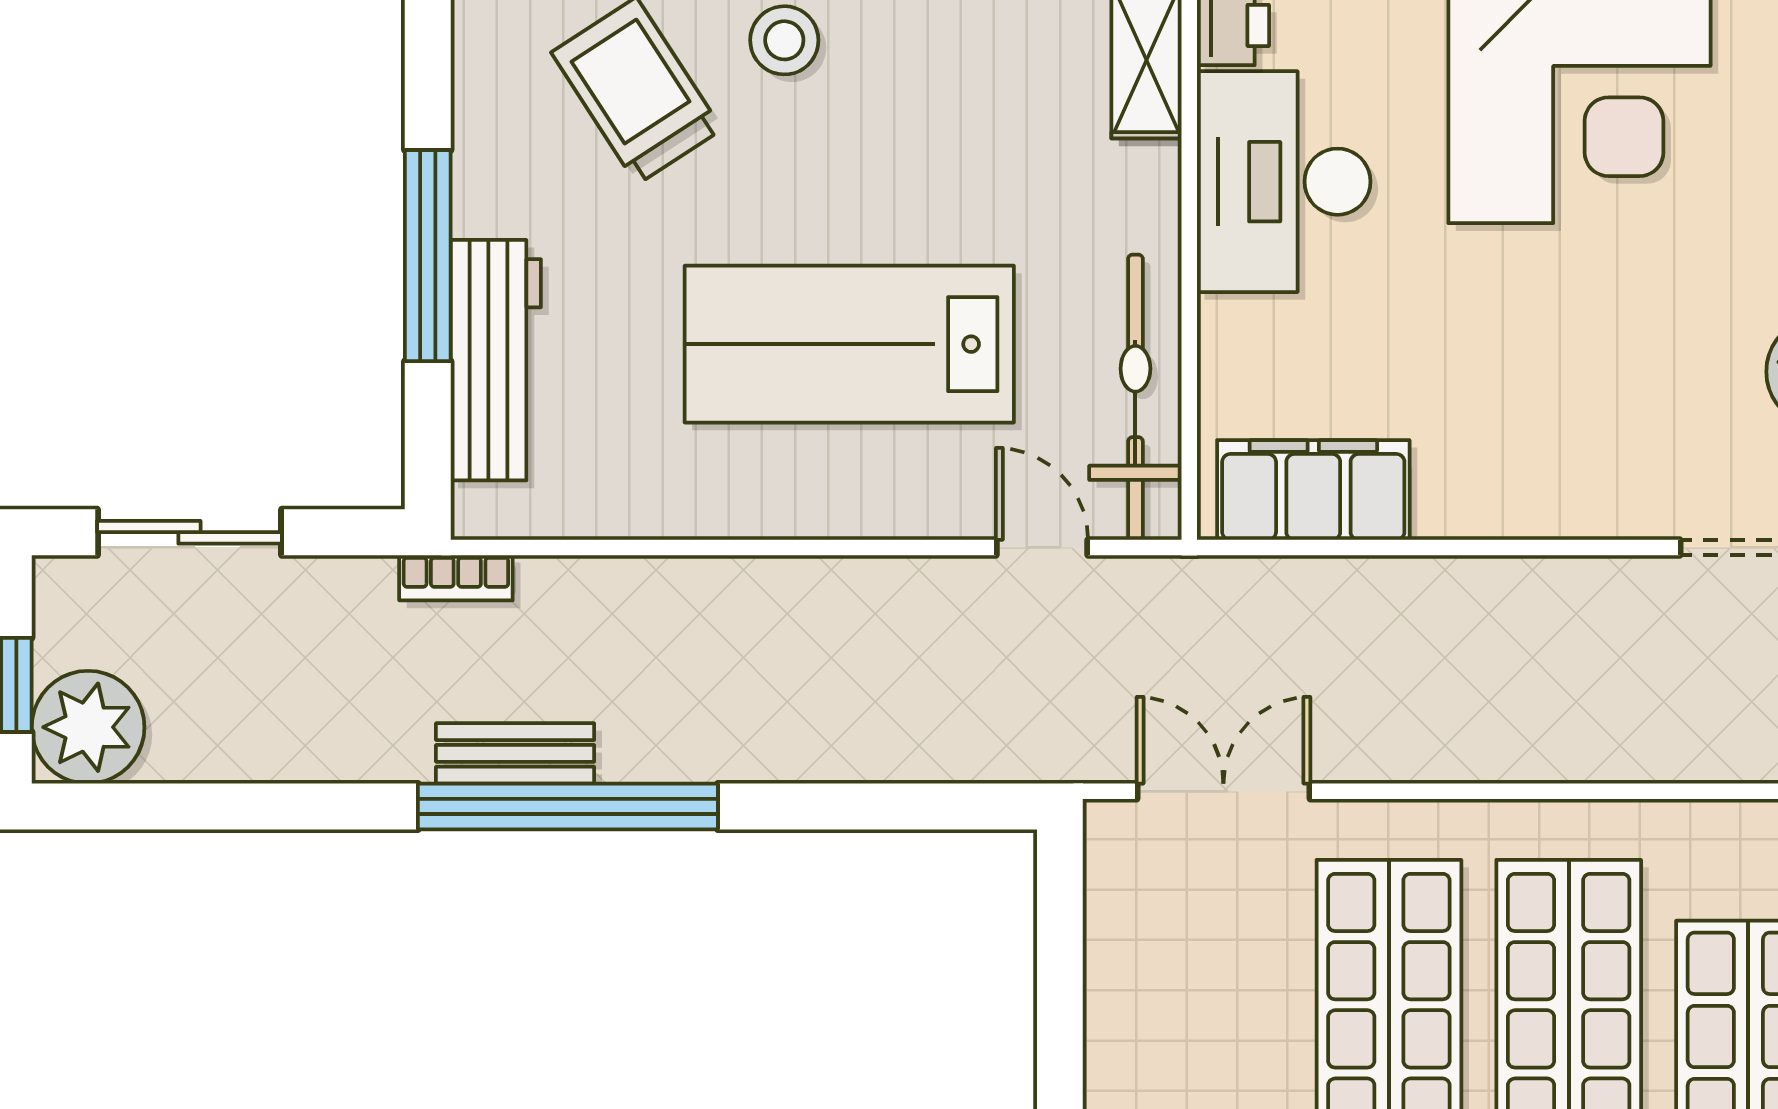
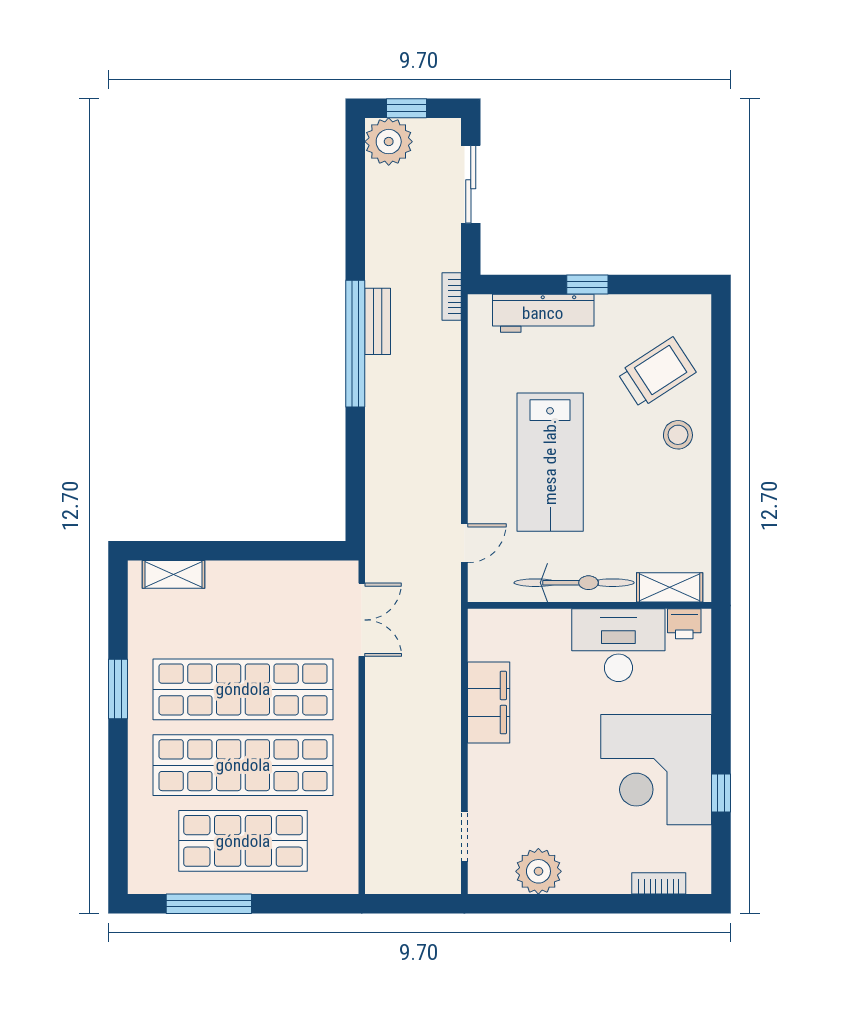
window: (428, 256) -> (587, 285), width x0.46
lab bench: (849, 344) -> (550, 462), turned 180
bicycle: (1135, 397) -> (574, 583), moved
filing cabinet: (1313, 490) -> (489, 703), moved

